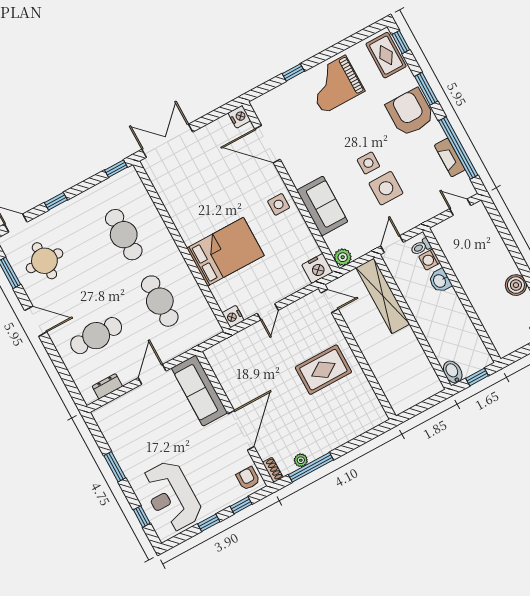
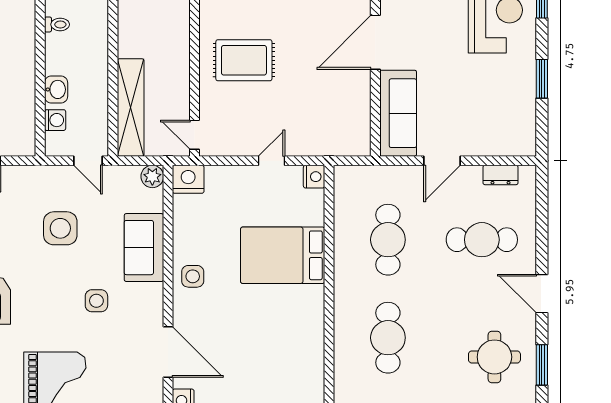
side table: (368, 163) -> (96, 301), moved
door: (392, 244) -> (88, 161), hinge flipped
toilet: (421, 247) -> (57, 24), moved

